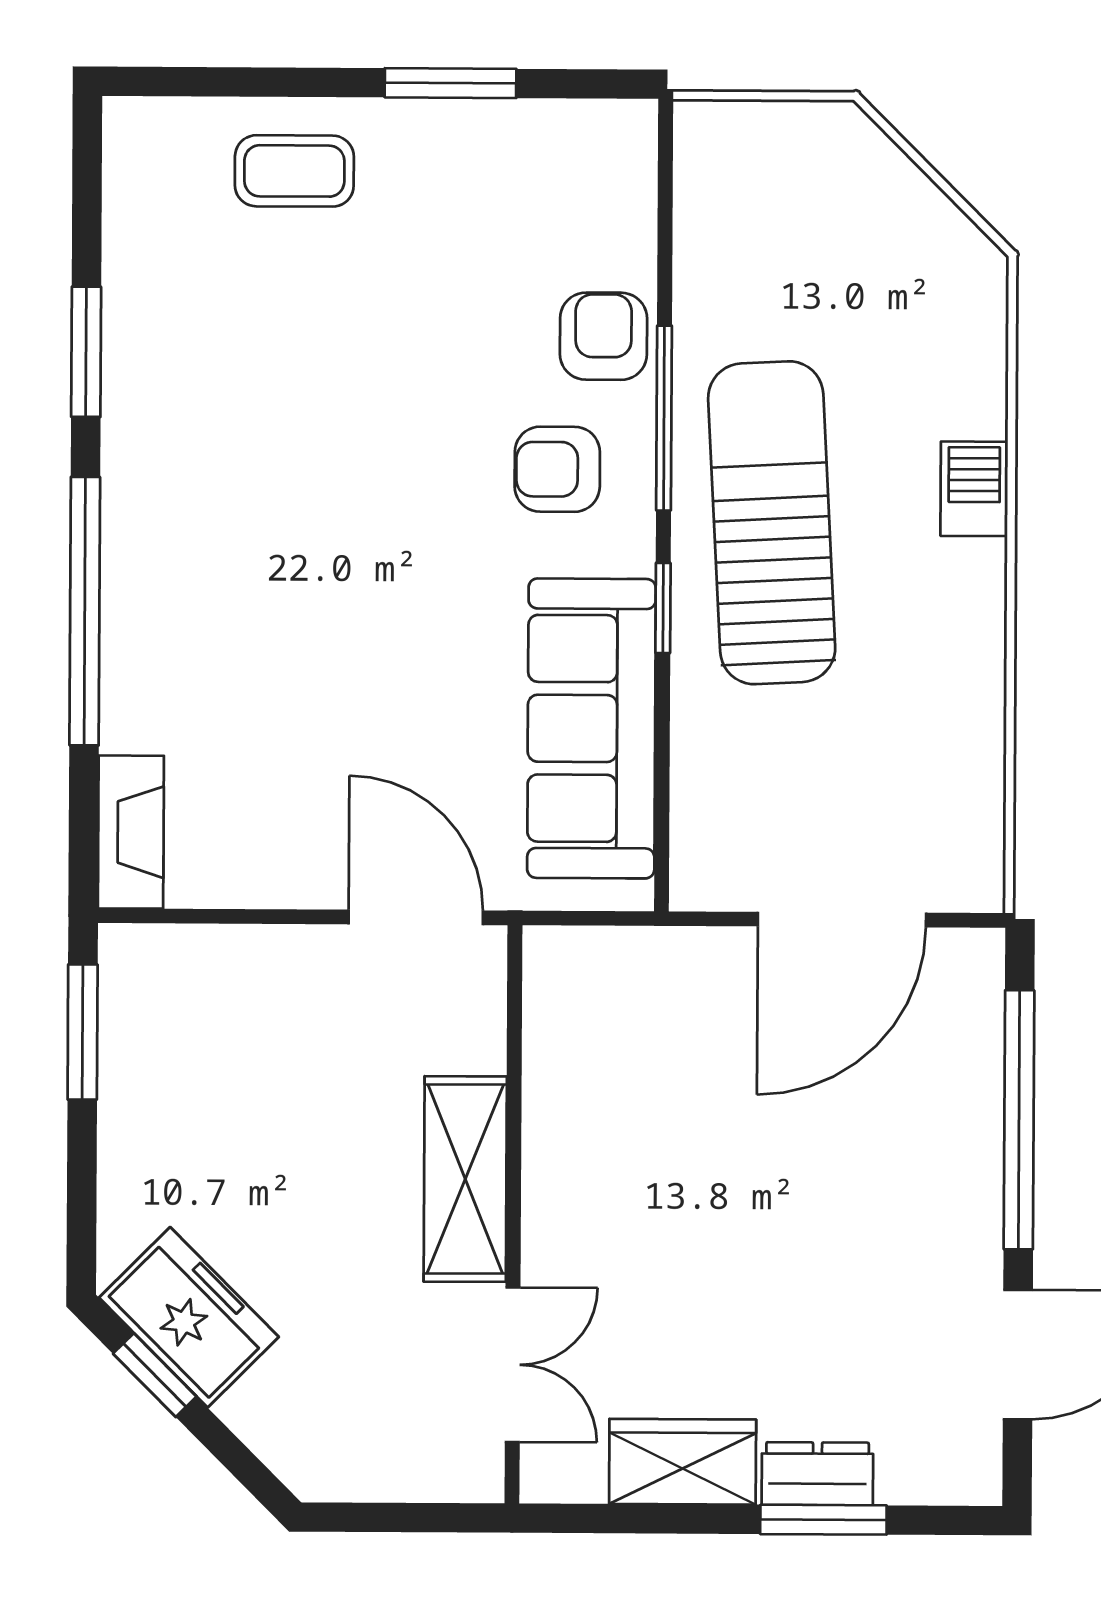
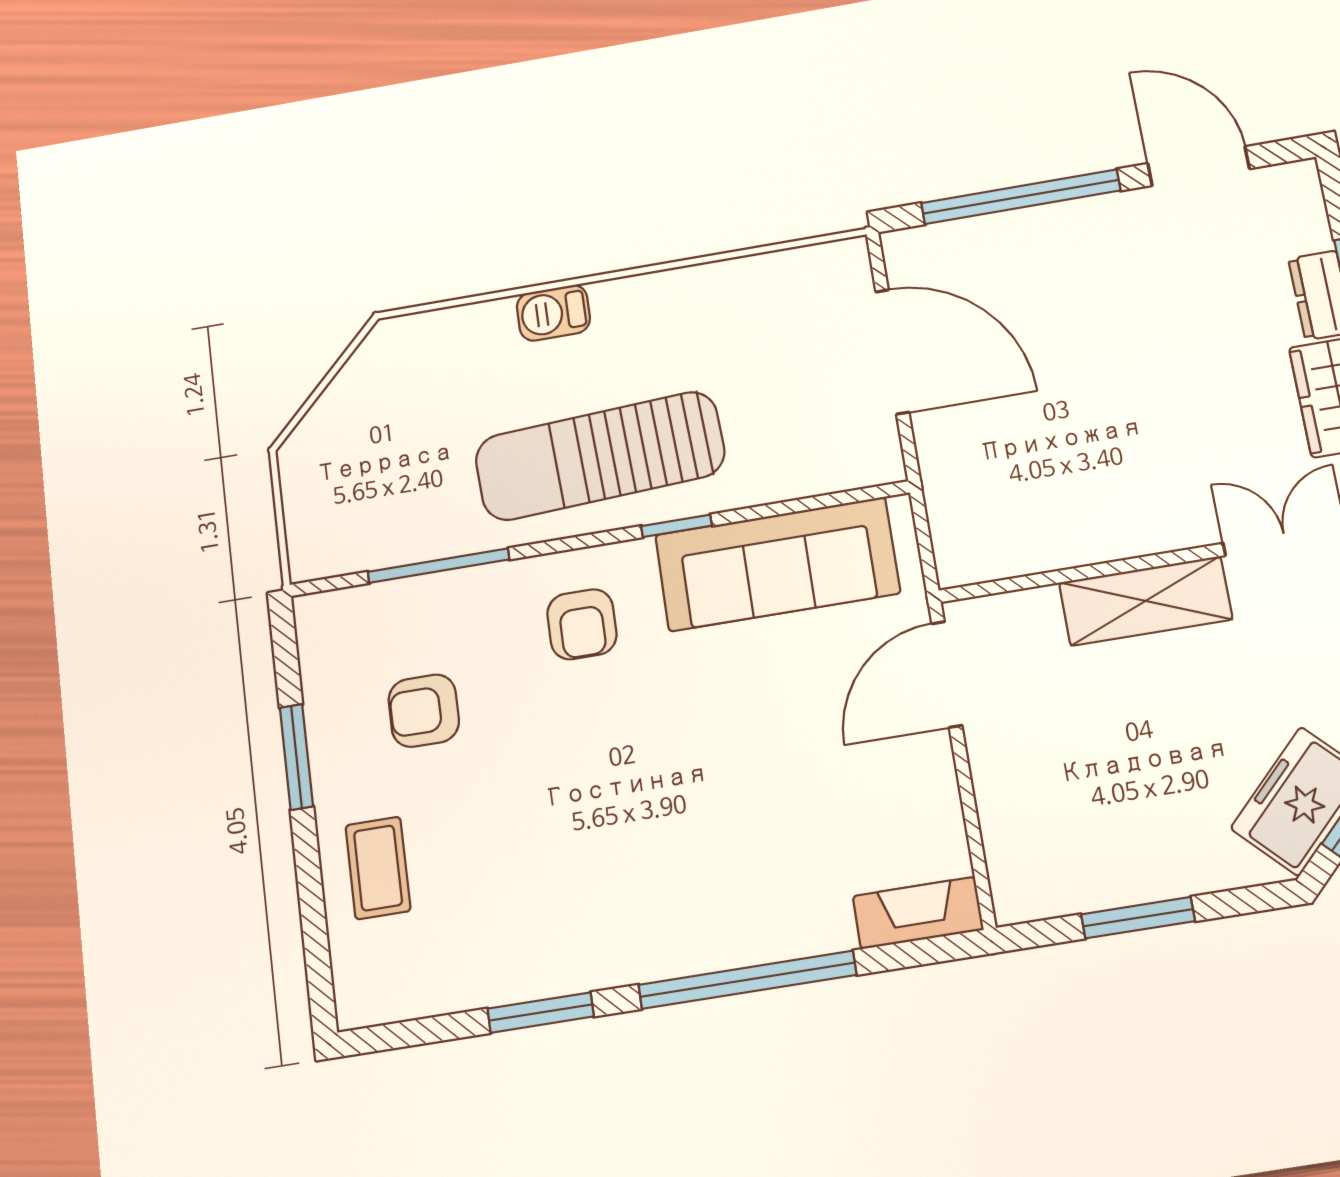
armchair: (603, 336) -> (424, 711), moved
window: (664, 418) -> (438, 566), moved
window: (83, 1032) -> (1138, 918), moved

